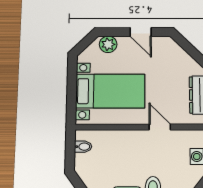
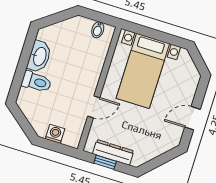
plant: (108, 44) -> (190, 83), removed

